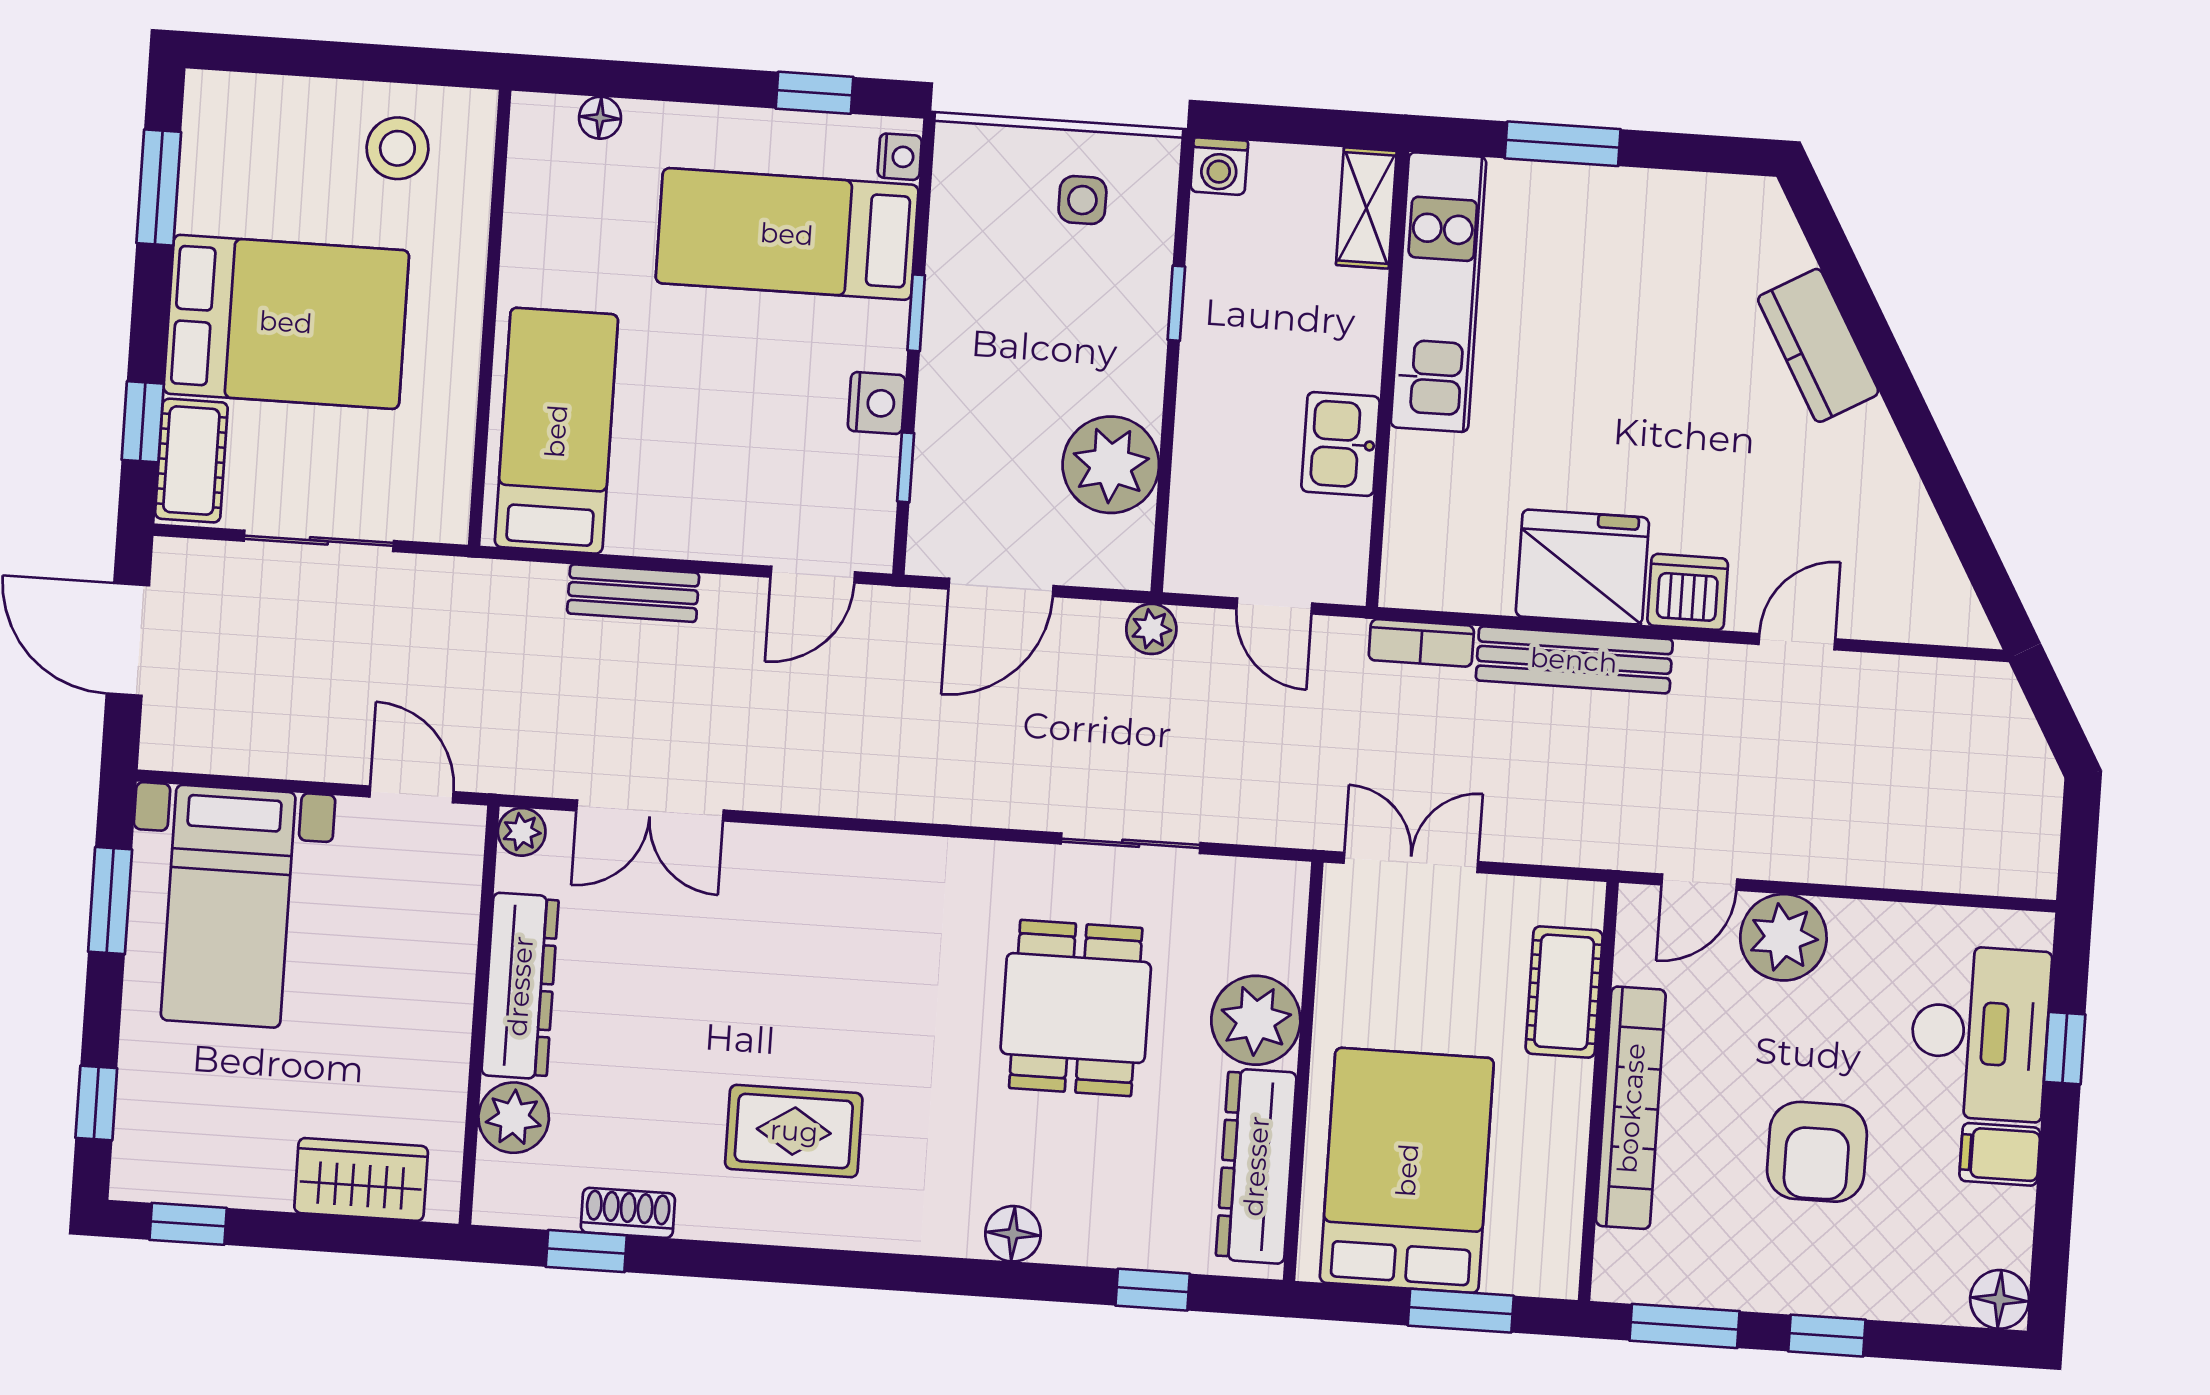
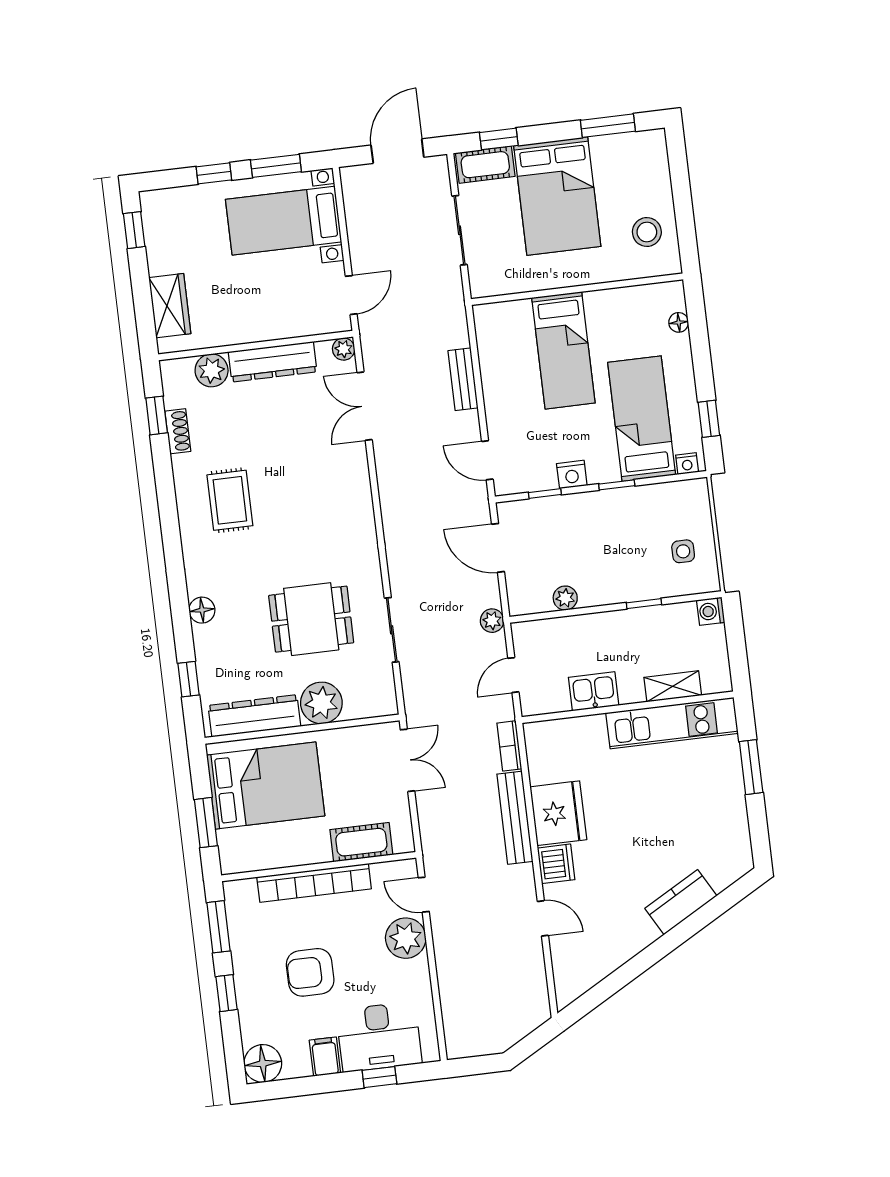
shelving: (1366, 208) -> (673, 686), moved
bed: (556, 431) -> (563, 350), moved, turned 90
plant: (1111, 465) -> (565, 598), width x0.53, depth x0.53
window: (96, 1103) -> (214, 173), moved
floor lamp: (2000, 1299) -> (263, 1063), width x1.38, depth x1.38

